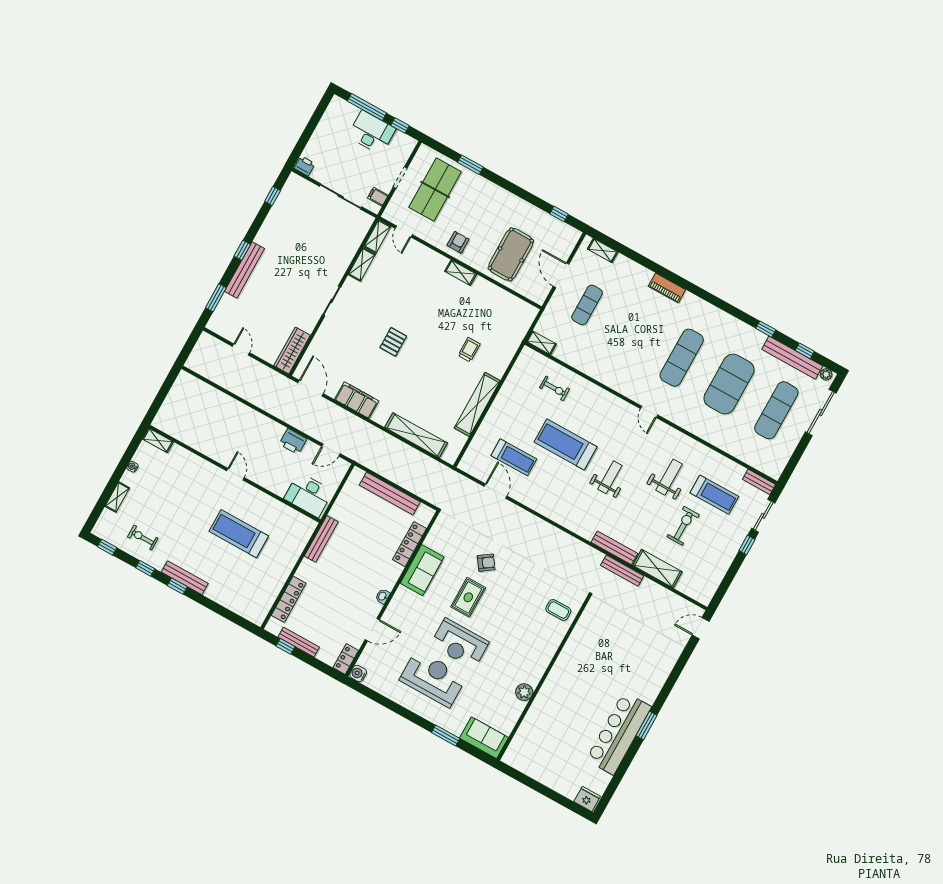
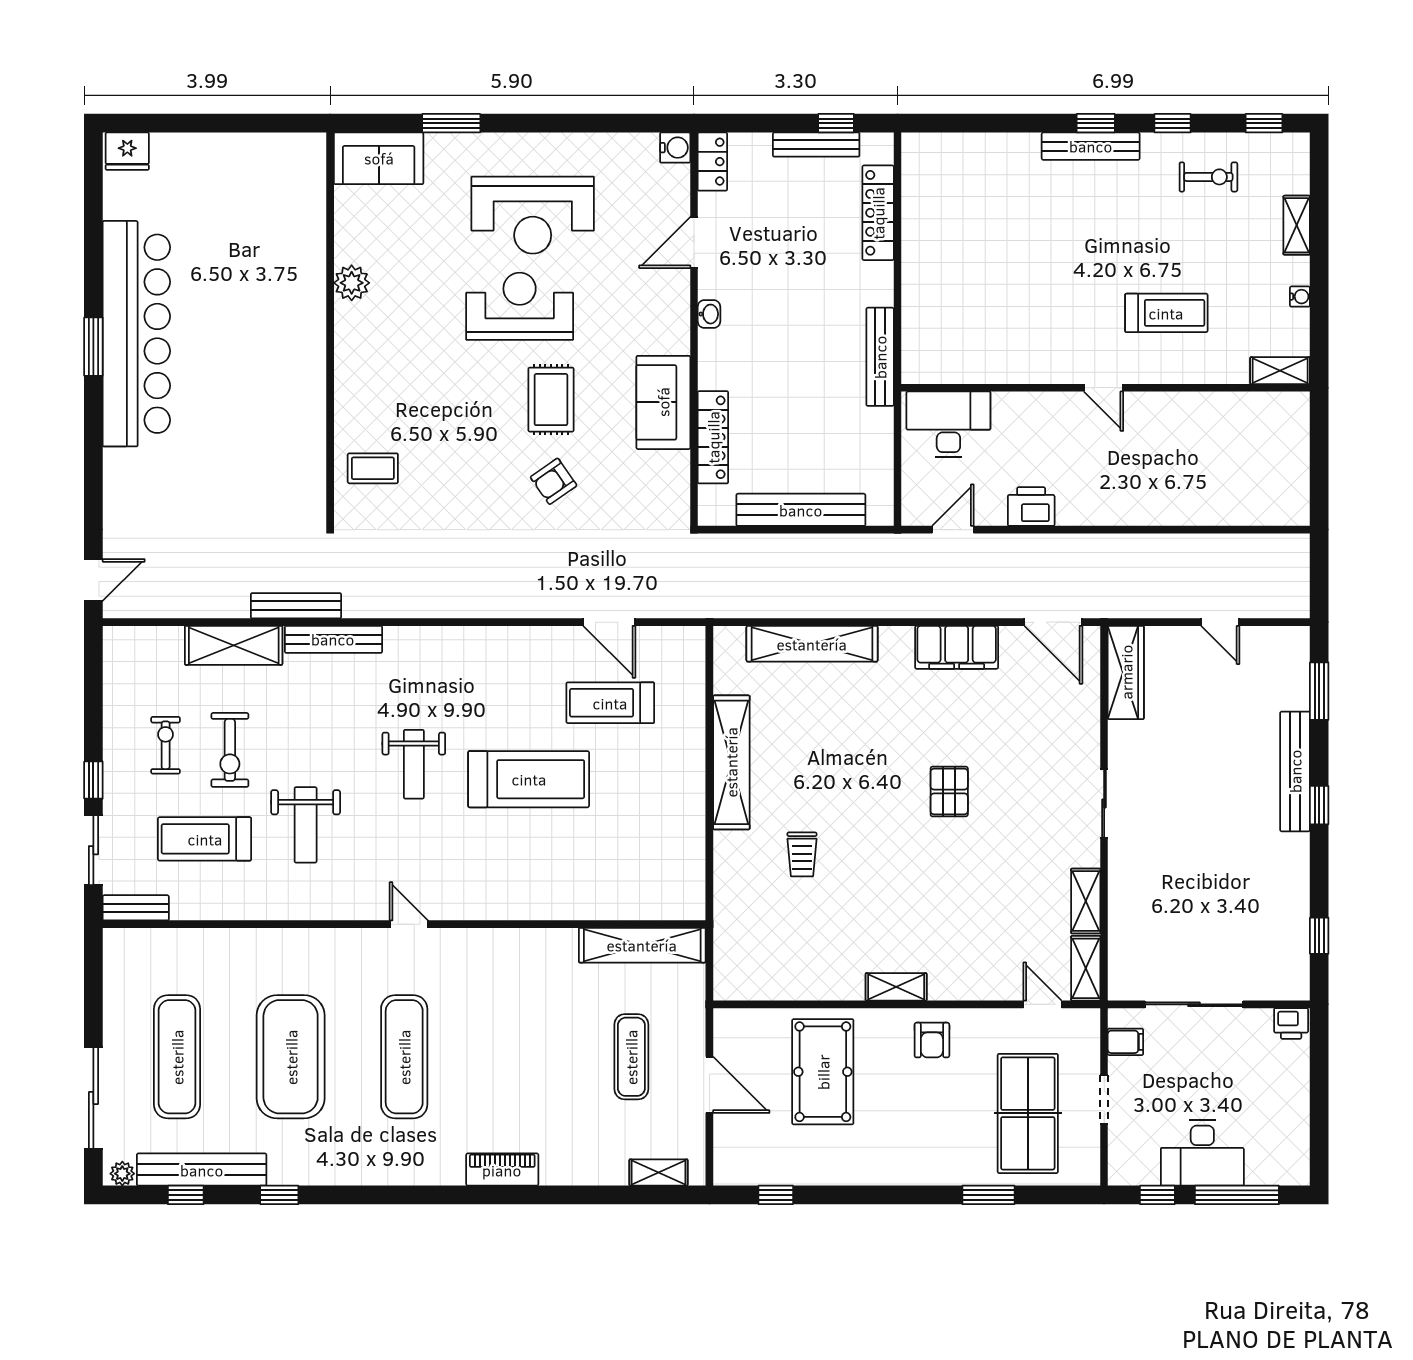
shelving: (541, 343) -> (642, 945), width x2.20, depth x1.33
exercise bike: (555, 388) -> (166, 745), moved, turned 90
treadmill: (239, 534) -> (1166, 313), moved, width x0.73, depth x0.73
bar counter: (619, 733) -> (136, 334), width x1.36

